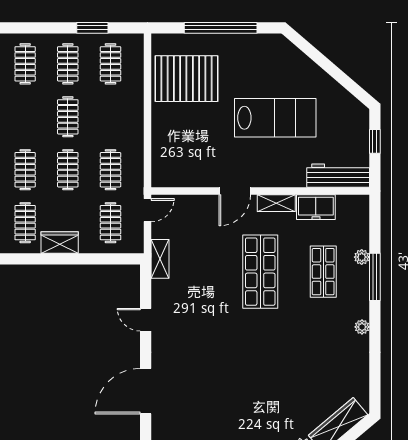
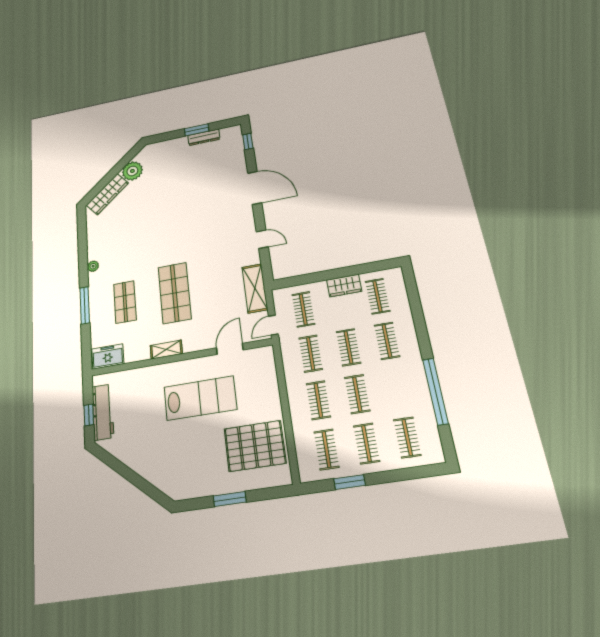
window: (221, 28) -> (230, 499), width x0.47
clothes rail: (111, 117) -> (318, 400), added
lab bench: (275, 118) -> (200, 398), moved, turned 180
workbench: (338, 176) -> (103, 412), moved, turned -90
door: (235, 191) -> (230, 349), moved
freezer: (316, 207) -> (108, 356), moved
plant: (362, 257) -> (95, 319), removed
shelving: (160, 259) -> (255, 288), width x1.50, depth x1.33
door: (146, 391) -> (255, 188), hinge flipped

